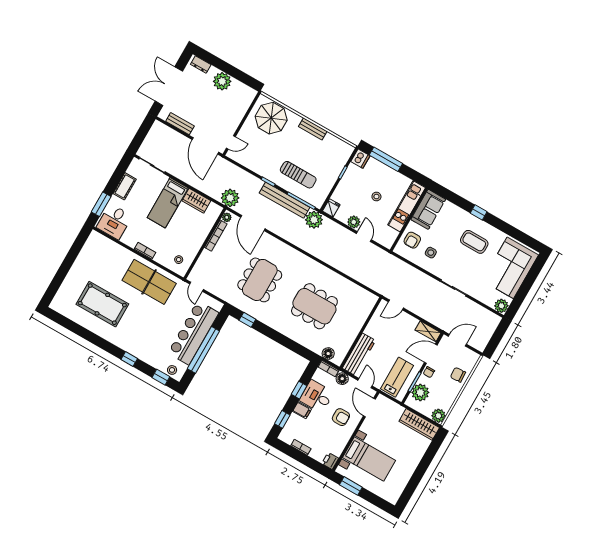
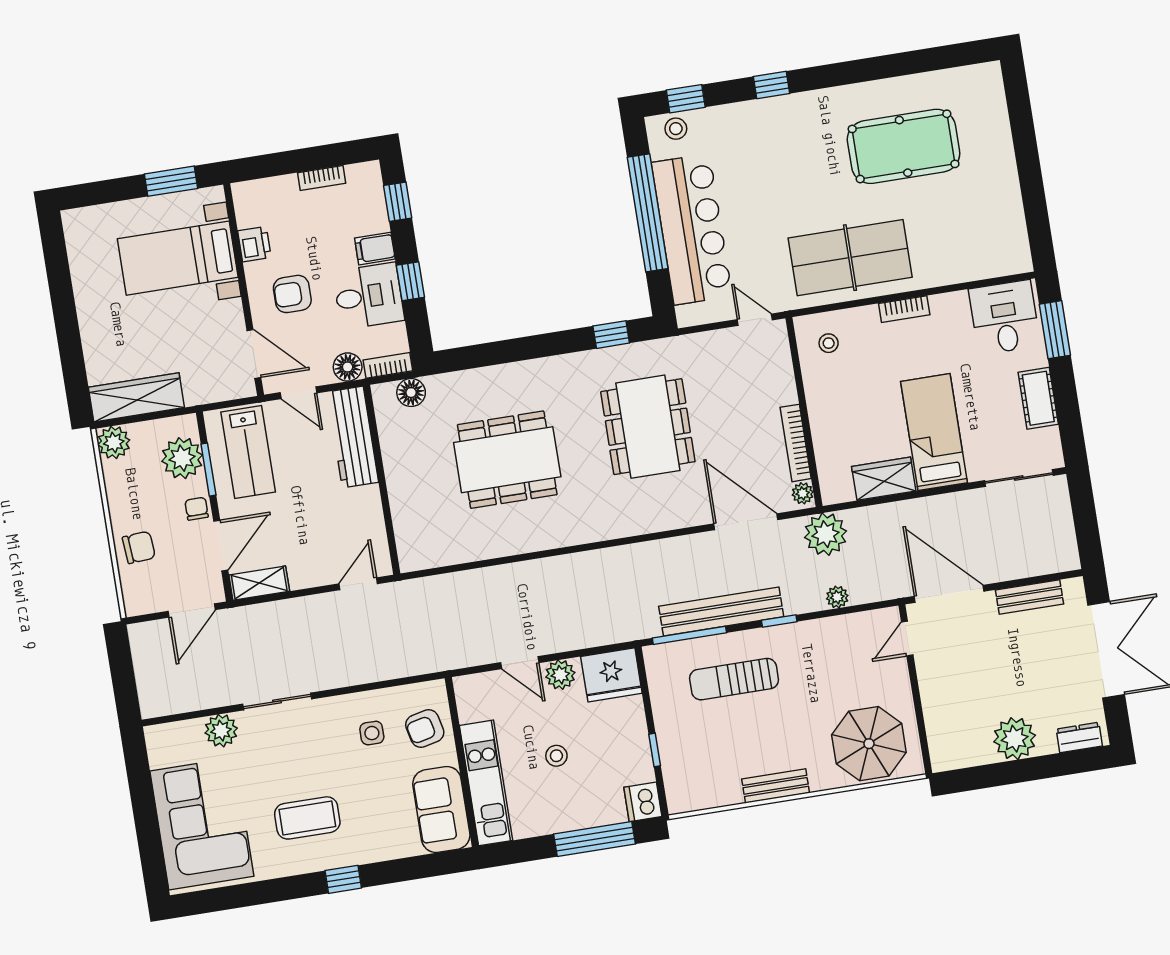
fridge: (331, 208) -> (611, 675), width x1.88, depth x1.34
plant: (314, 220) -> (837, 597), moved, width x0.53, depth x0.53
armchair: (412, 240) -> (425, 728), turned -103
plant: (501, 306) -> (221, 731), moved
printer: (330, 461) -> (254, 244), moved

